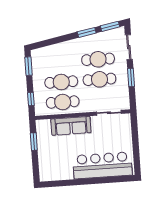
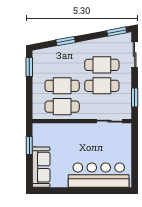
window: (87, 32) -> (66, 41), moved
window: (131, 77) -> (135, 97), moved
window: (31, 99) -> (29, 101), removed
sofa: (71, 126) -> (41, 167), moved, turned -90

